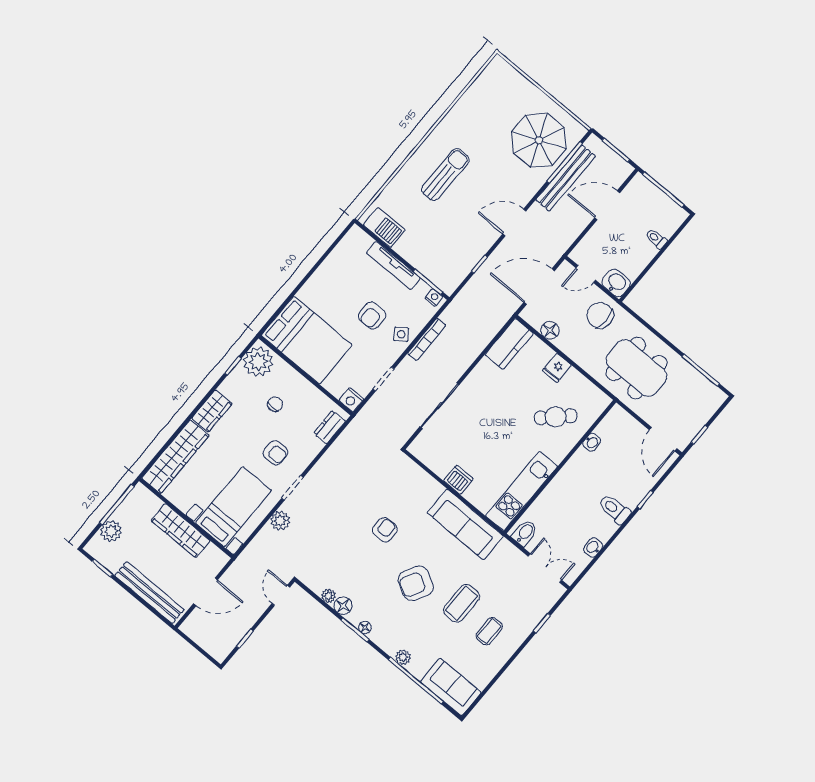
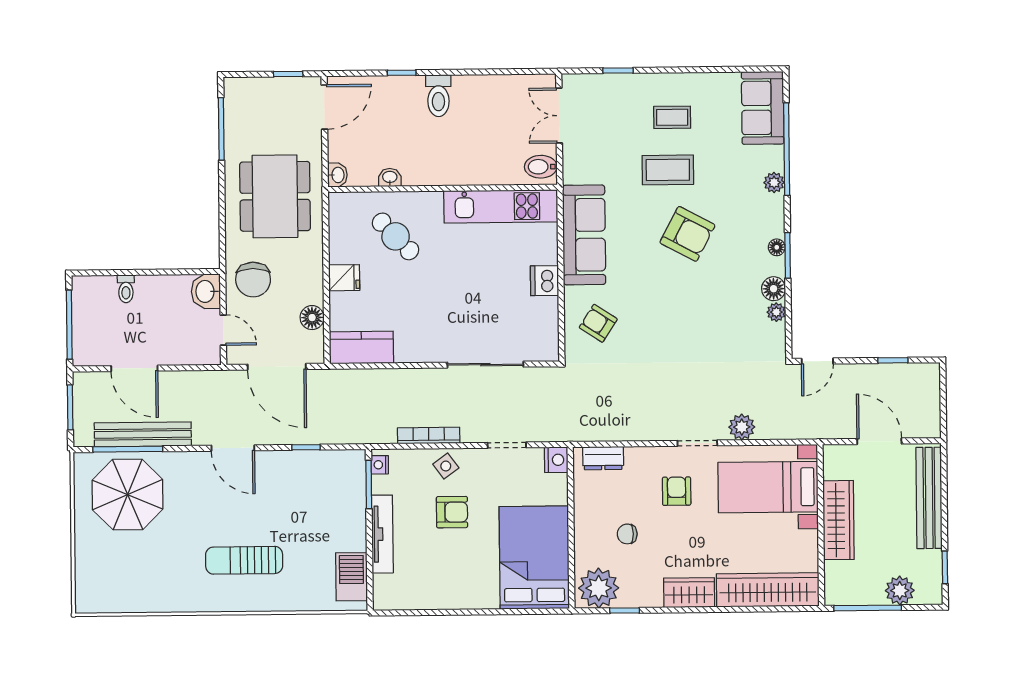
armchair: (385, 530) -> (598, 323), moved, turned 33
washbasin: (593, 548) -> (337, 175), moved, turned -90

